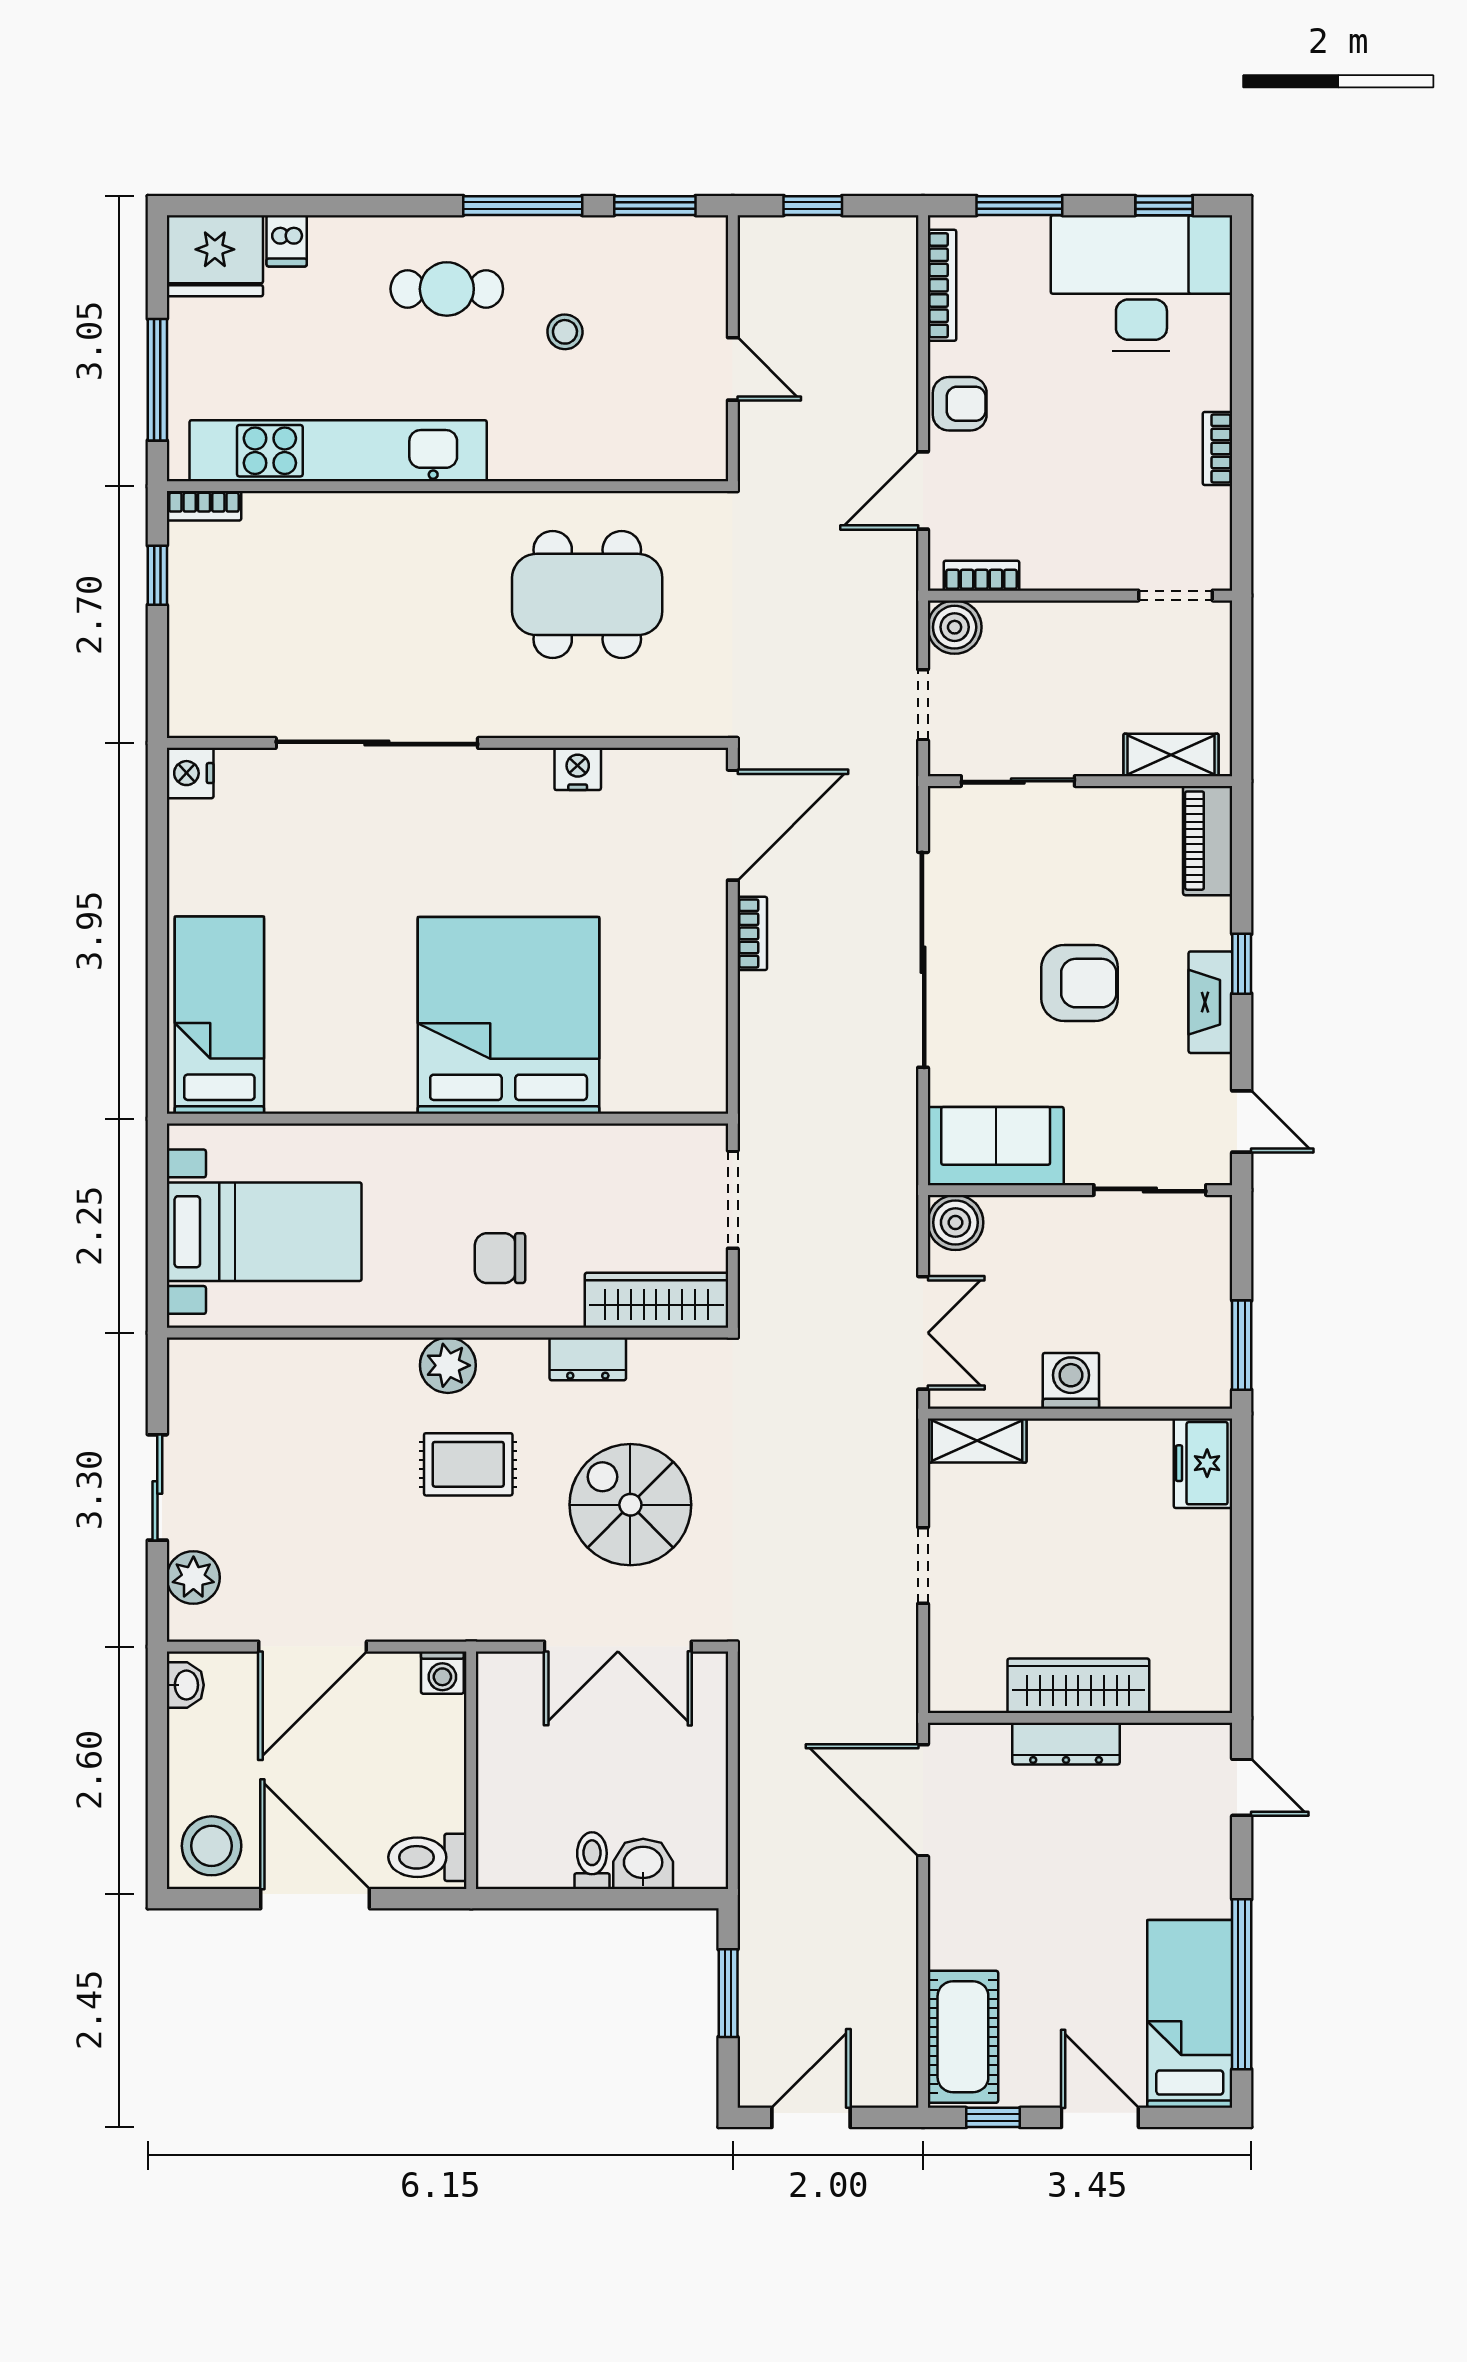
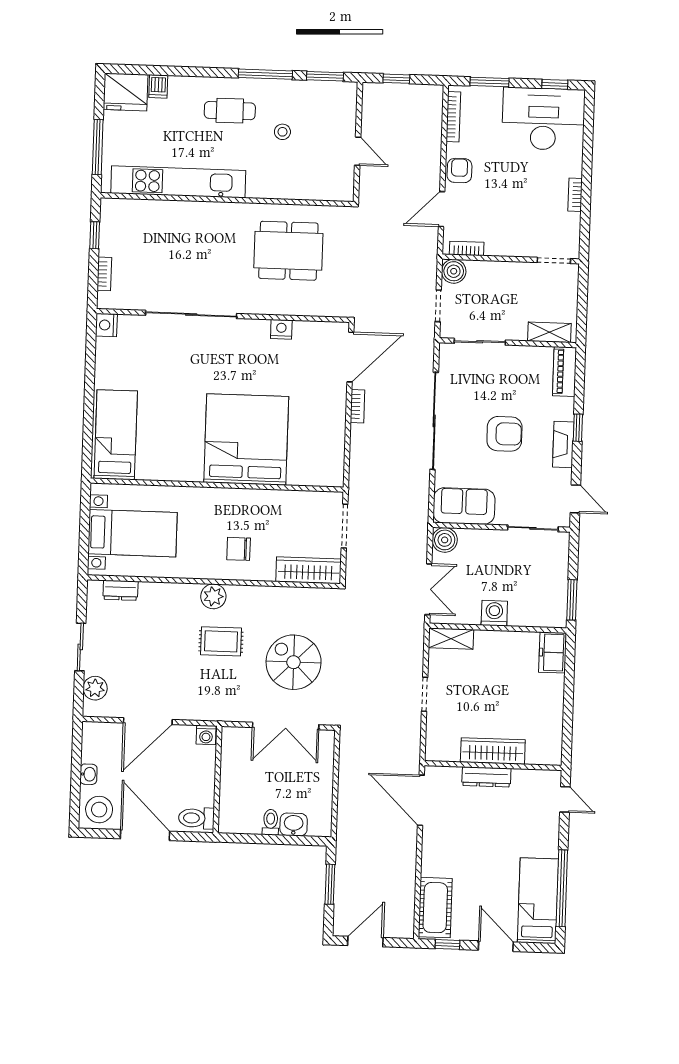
armchair: (960, 404) -> (459, 171), turned -90
bookcase: (204, 506) -> (104, 274), moved, turned -90
dresser: (588, 1359) -> (120, 590), moved
washbasin: (185, 1685) -> (88, 774), moved

